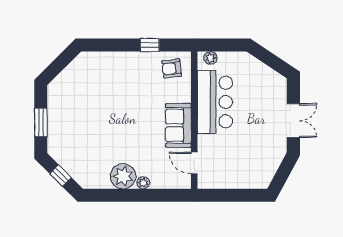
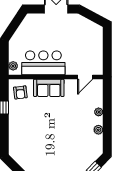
sofa: (178, 125) -> (49, 88), moved
plant: (123, 176) -> (98, 130), width x0.53, depth x0.53

